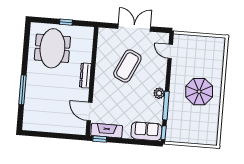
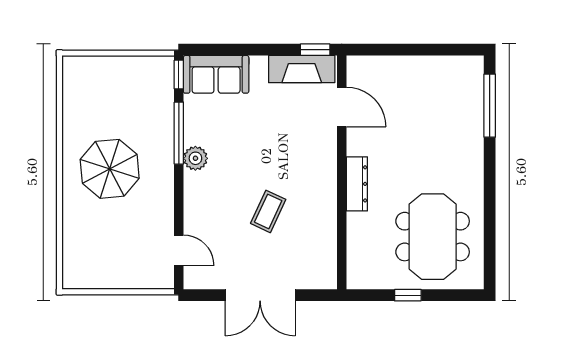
coffee table: (127, 66) -> (268, 211), width x0.54, depth x0.58
window: (23, 90) -> (490, 106), moved

